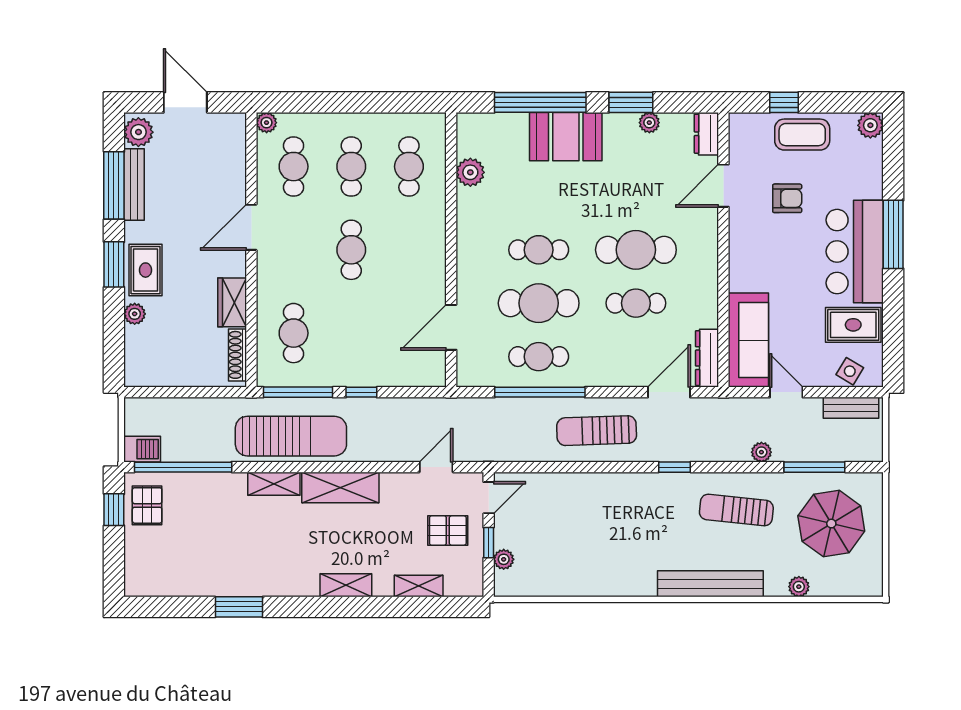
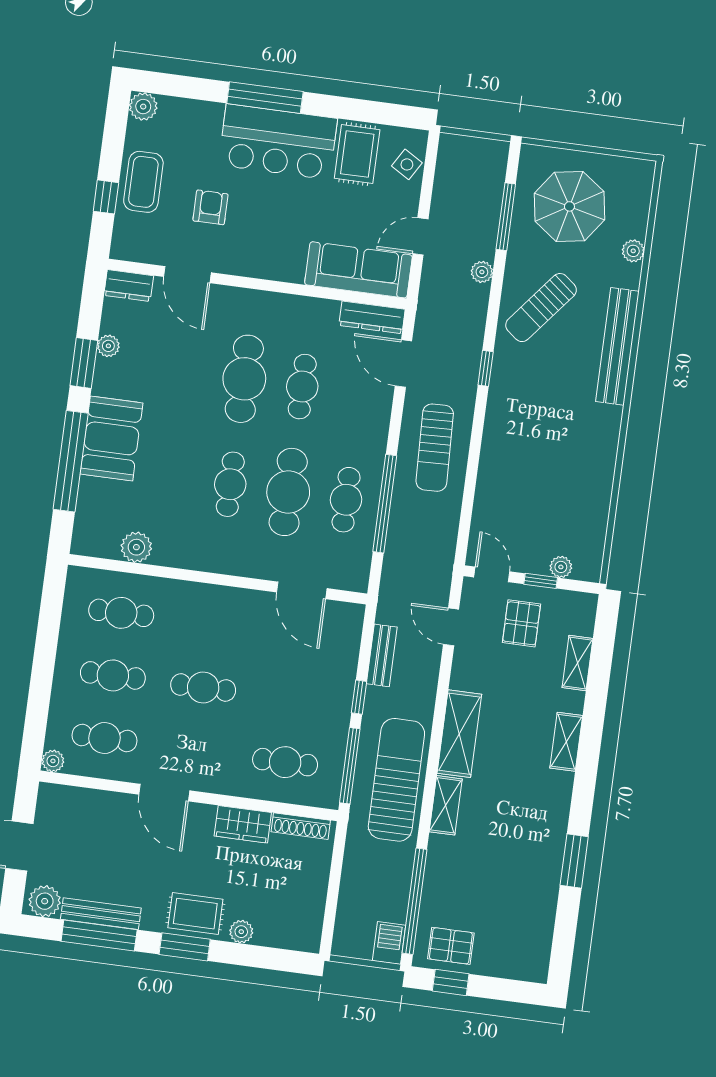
bench: (851, 408) -> (382, 655), moved
sun lounger: (736, 510) -> (541, 308), turned 33

